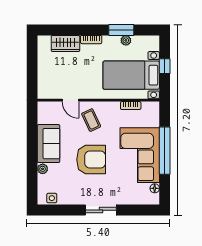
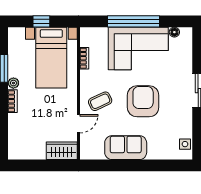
plant: (126, 40) -> (13, 83), moved
wardrobe: (65, 43) -> (62, 151), moved, turned -90
plant: (43, 169) -> (153, 154), removed

